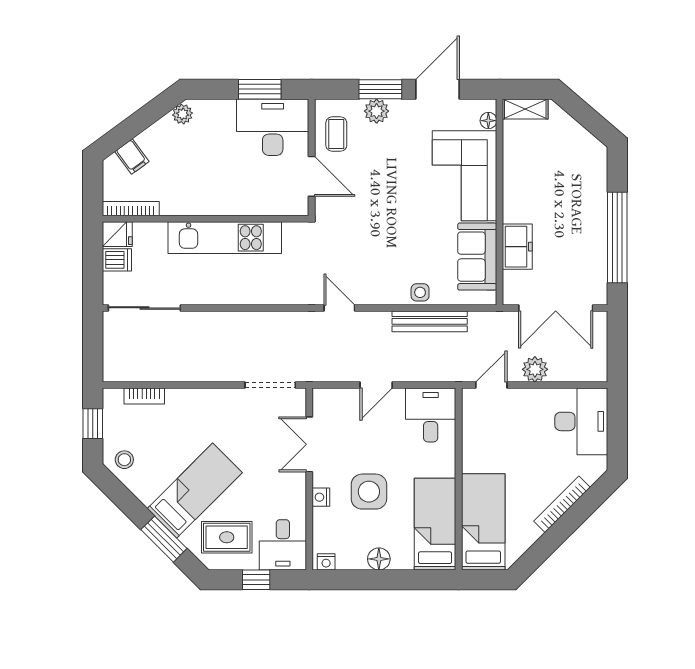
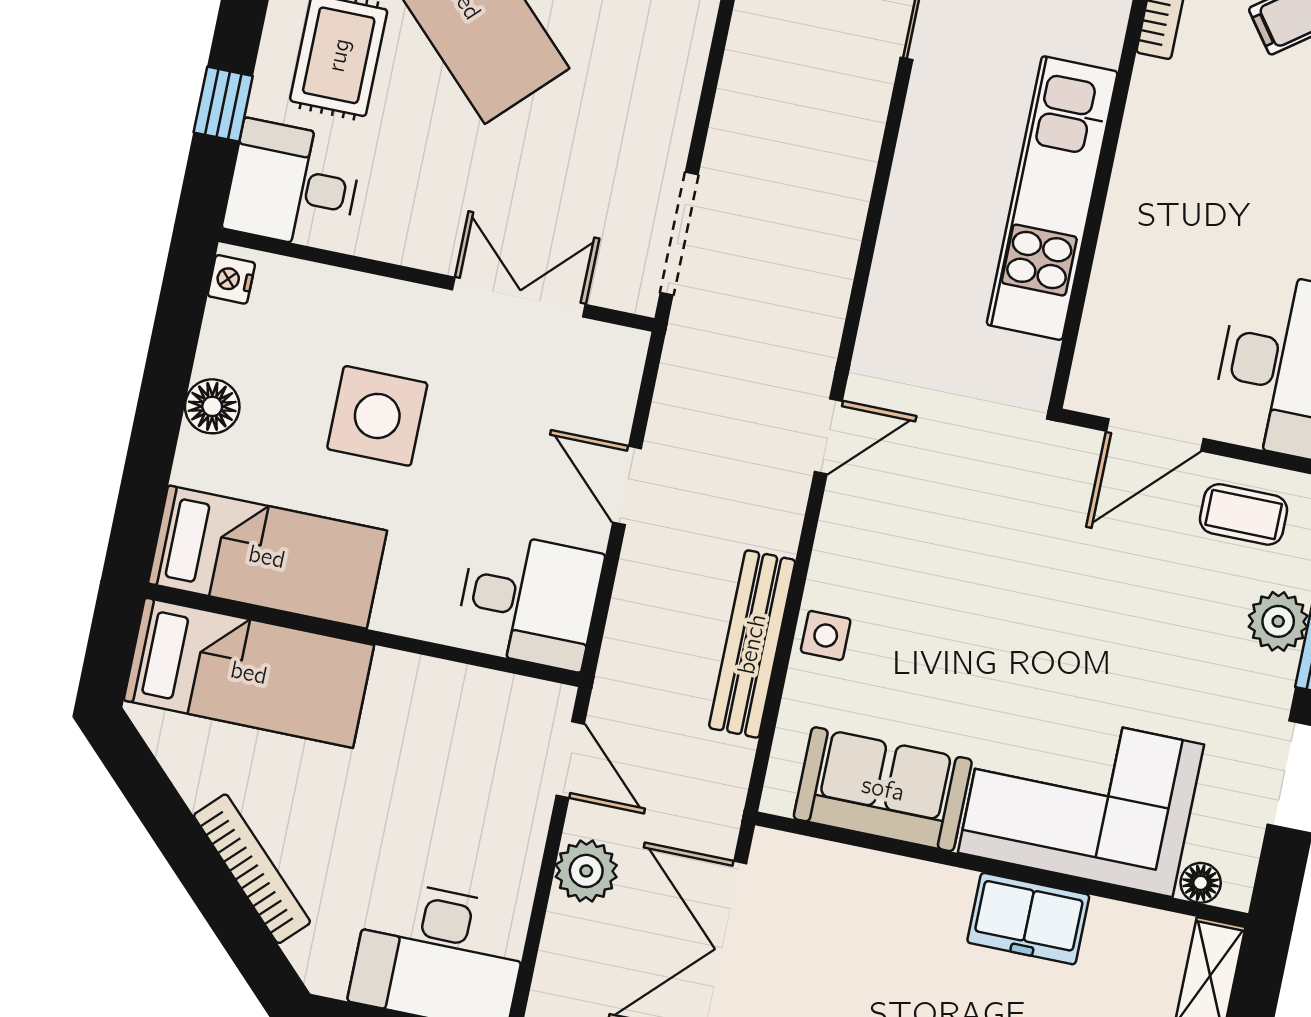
freezer: (517, 247) -> (1028, 919), moved
nightstand: (321, 497) -> (388, 299), removed

